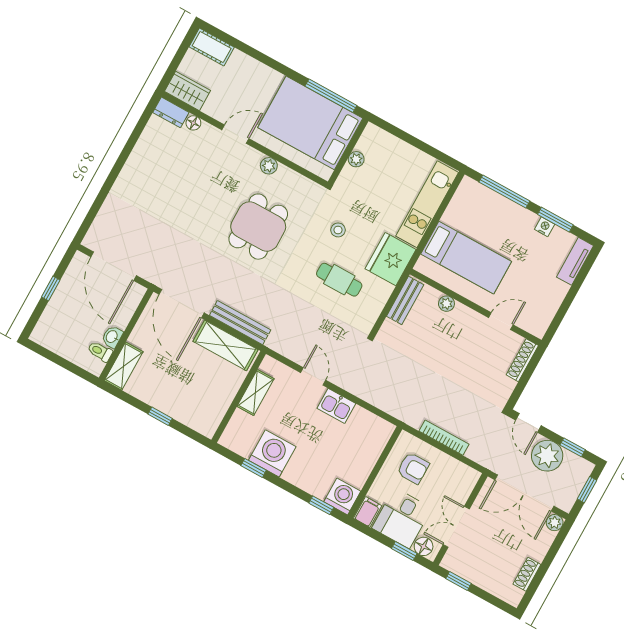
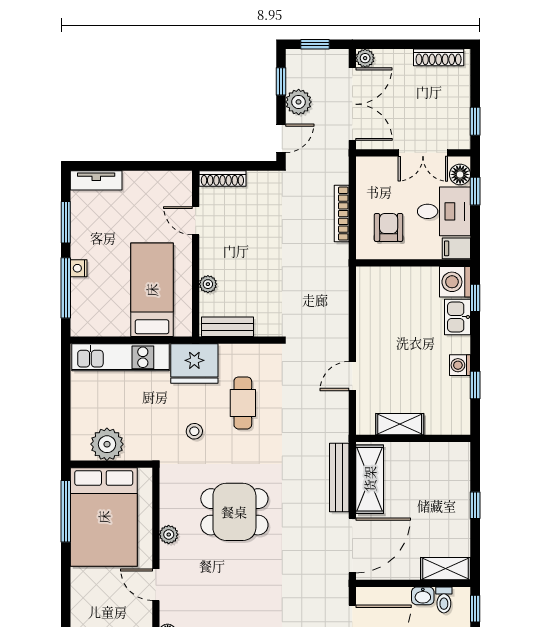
plant: (356, 159) -> (107, 444), width x1.88, depth x1.88
nightstand: (545, 227) -> (79, 268), moved
window: (80, 372) -> (475, 609), added
kitchen sink: (336, 406) -> (457, 317), moved, turned 180
washing machine: (272, 453) -> (460, 365), width x0.53, depth x0.53
plant: (547, 456) -> (299, 102), width x0.73, depth x0.73
shoe rack: (527, 574) -> (439, 57), width x1.43

